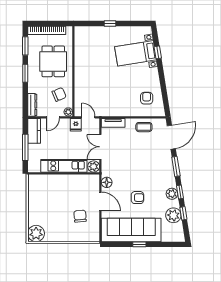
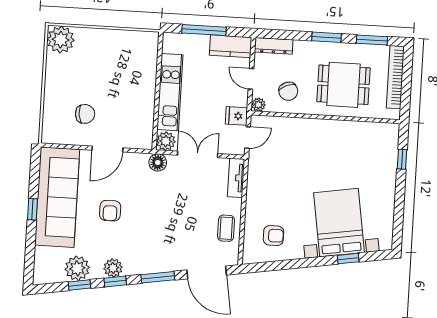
window: (110, 23) -> (402, 159), moved
bed with nightstands: (136, 53) -> (339, 223), width x1.36
floor lamp: (107, 182) -> (158, 162), moved

